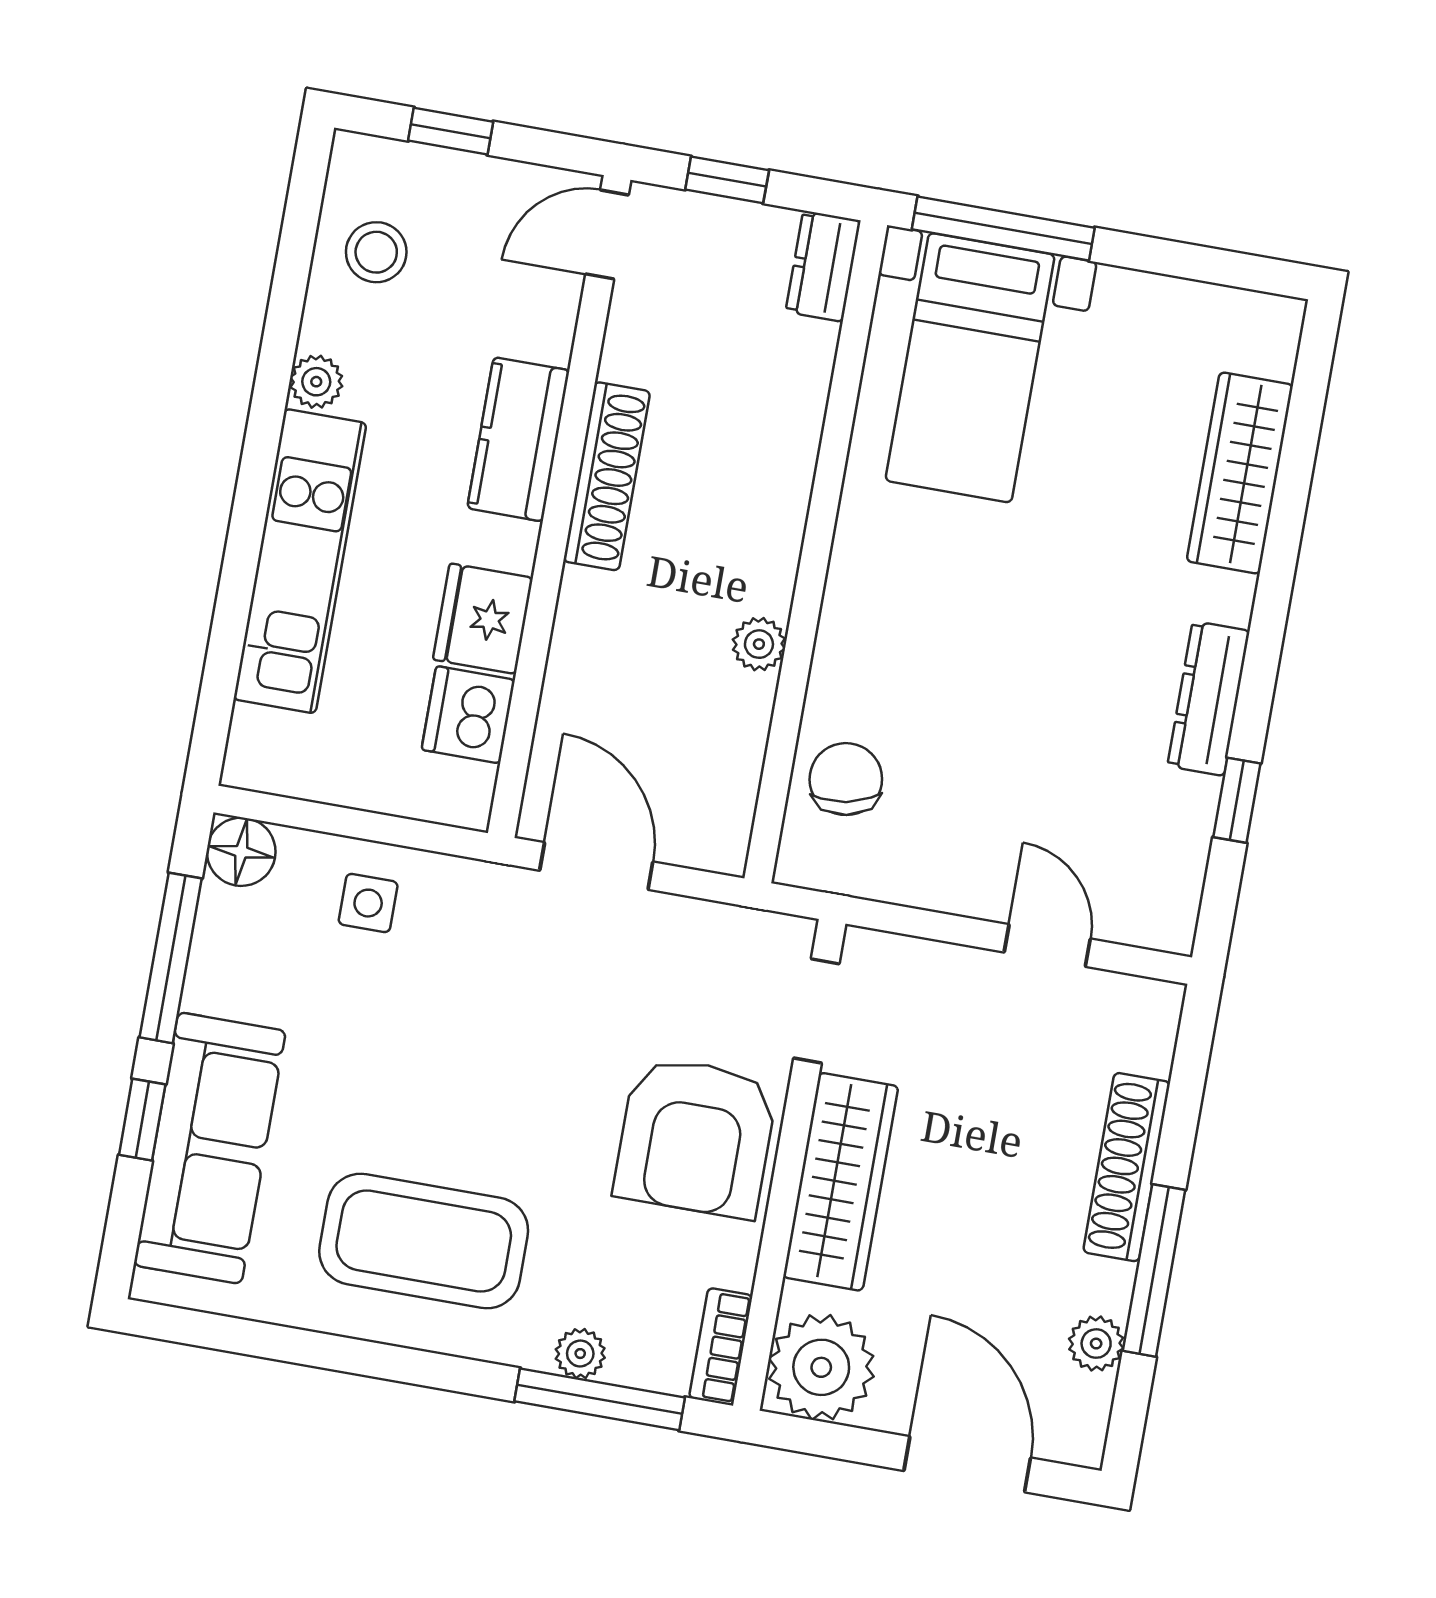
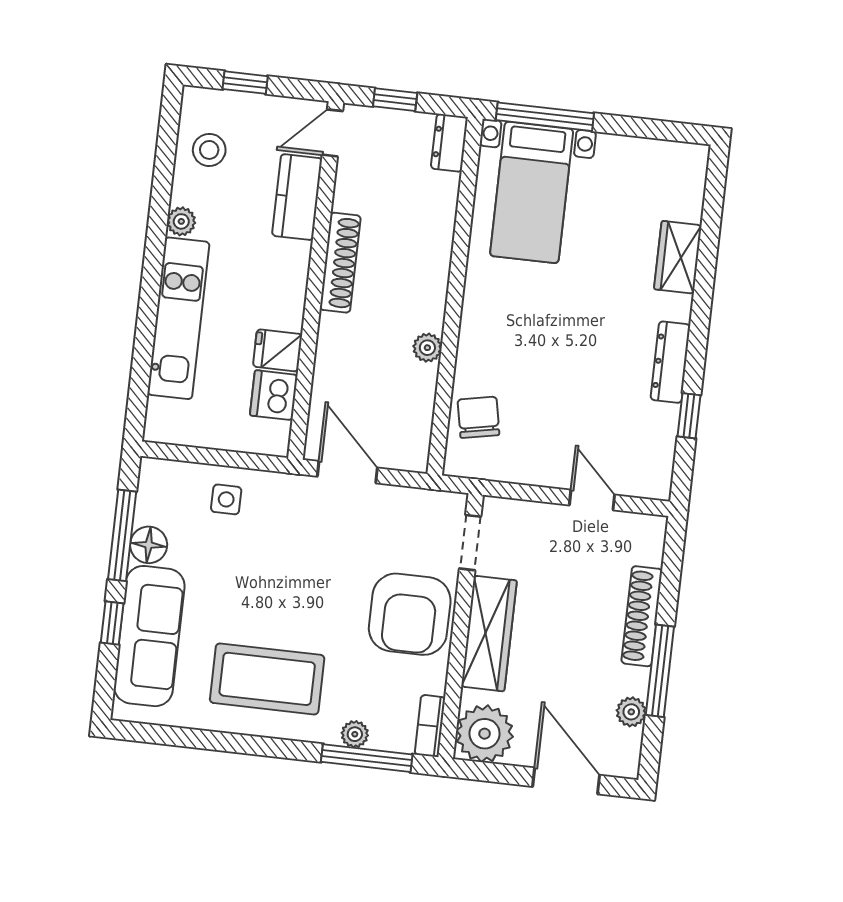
kitchen counter: (518, 439) -> (297, 197), moved
wardrobe: (1240, 473) -> (678, 257), width x0.67
fridge: (483, 619) -> (278, 350), width x0.72
floor lamp: (241, 852) -> (149, 545), moved

